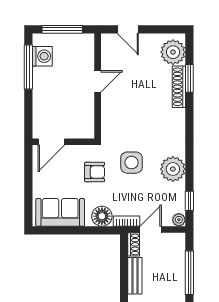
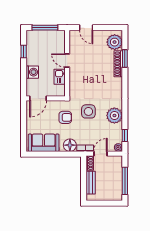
washing machine: (42, 56) -> (32, 72), moved
window: (28, 67) -> (24, 51), width x0.46
door: (98, 81) -> (67, 60), swing flipped
kitchen sink: (86, 107) -> (60, 77), added

